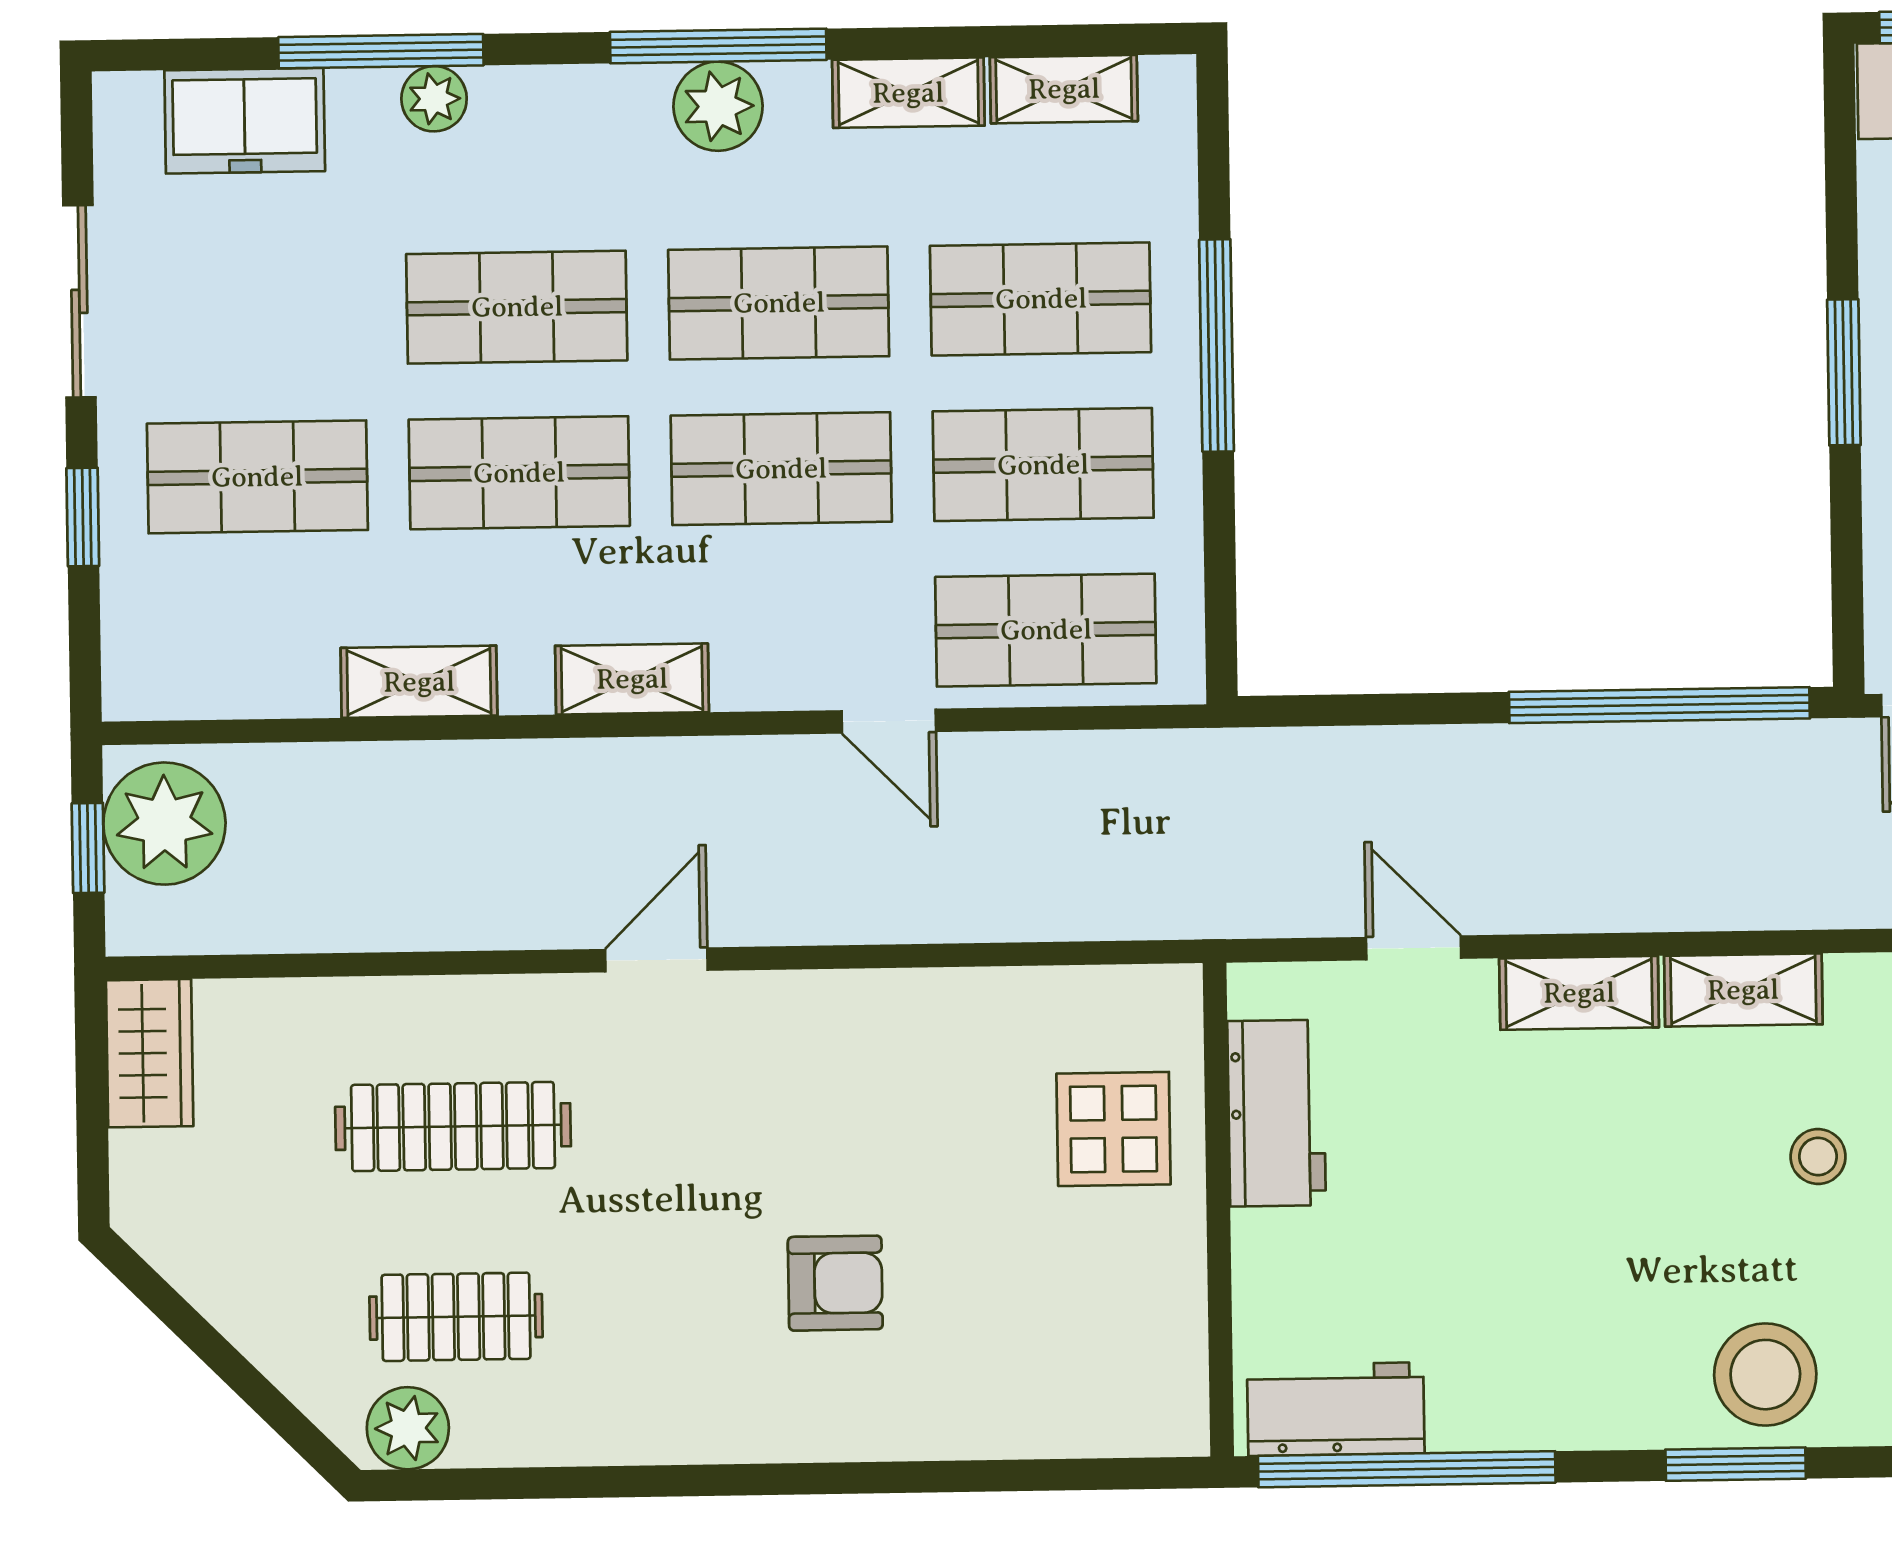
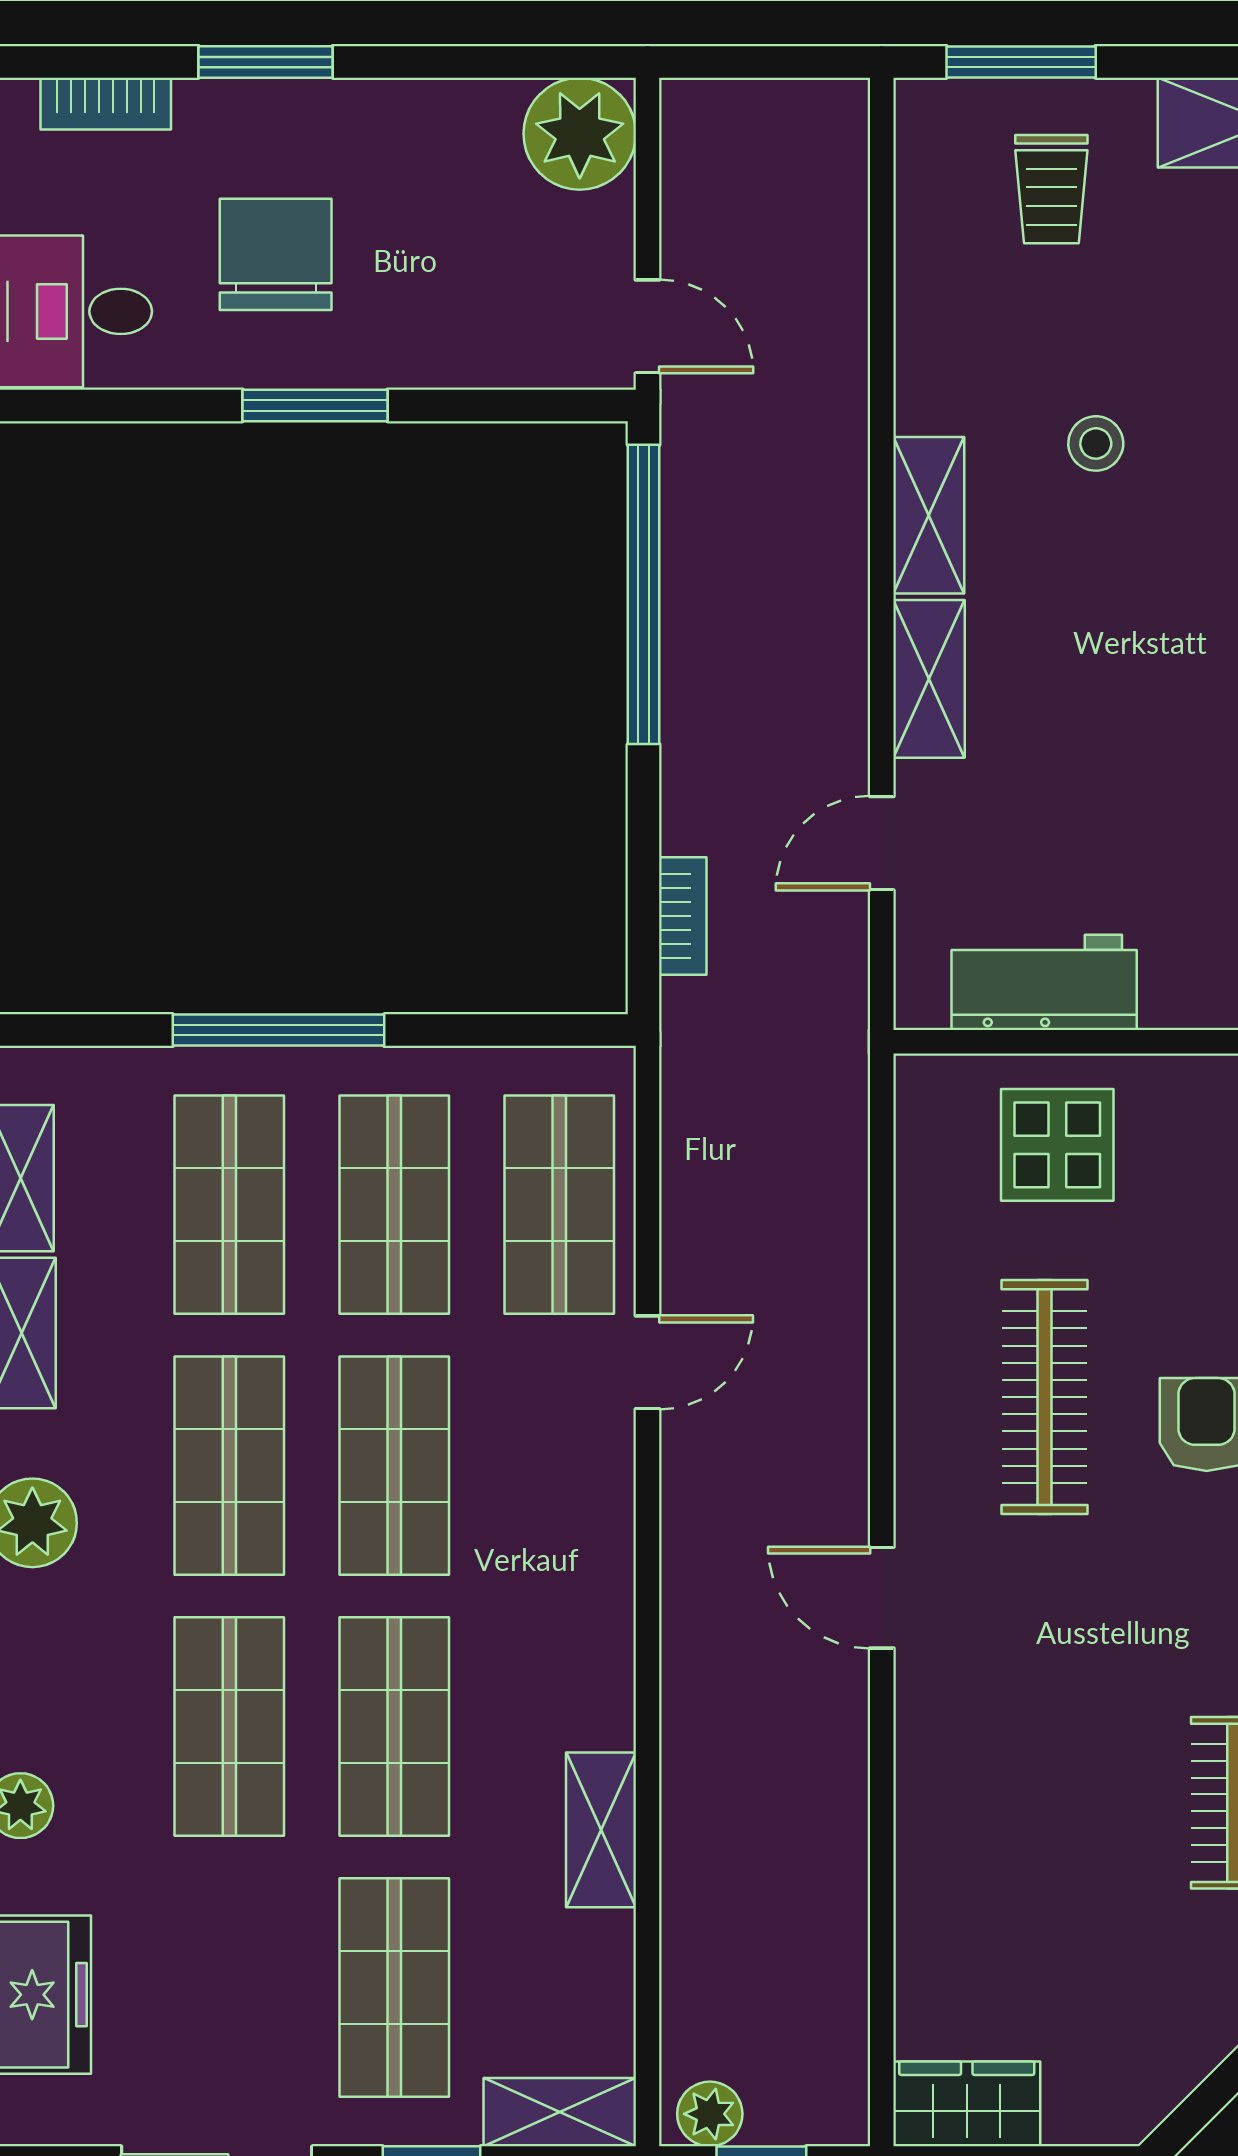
shelving: (632, 679) -> (560, 2112), moved, turned 90
bookcase: (1337, 749) -> (683, 916), added
plant: (164, 824) -> (710, 2114), width x0.53, depth x0.53
clothes rail: (453, 1127) -> (1045, 1397), moved

